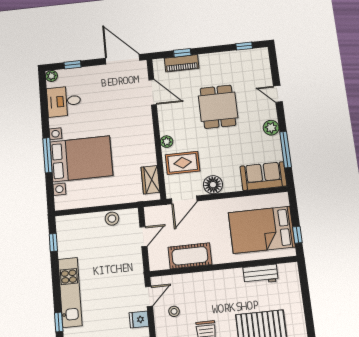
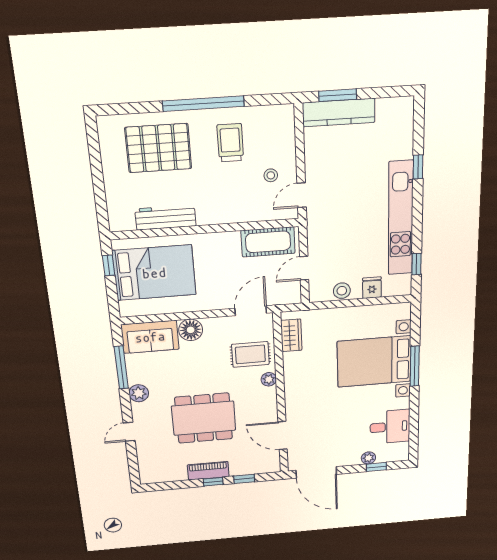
window: (244, 46) -> (213, 482), moved
piano: (182, 63) -> (208, 471), moved
plant: (51, 76) -> (368, 458), moved
door: (278, 94) -> (129, 432), swing flipped
dining table: (218, 107) -> (204, 418), width x1.38
floor lamp: (213, 185) -> (191, 330), moved
cot: (190, 256) -> (268, 242), moved
workbench: (261, 274) -> (165, 218), width x1.38
kitchen unit: (70, 292) -> (401, 218), width x1.36
fridge: (139, 320) -> (372, 288), moved, turned -90

